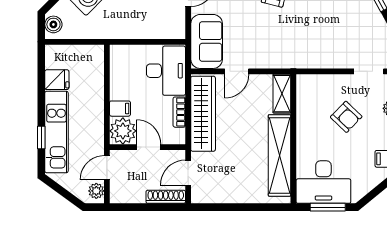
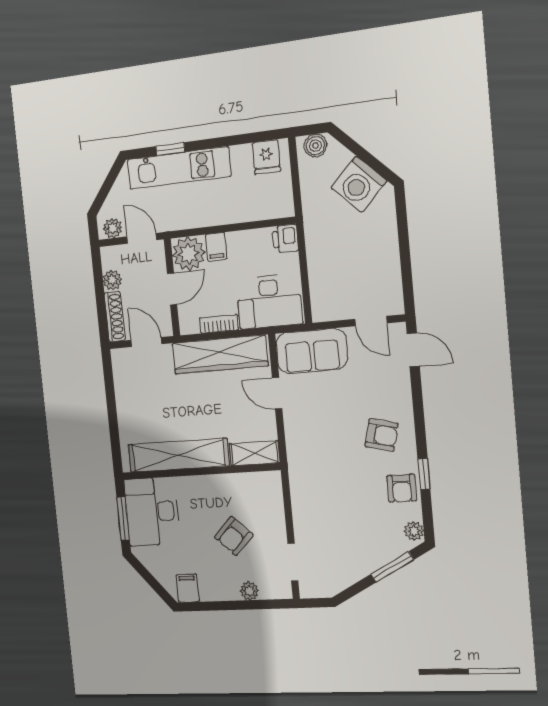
printer: (120, 54) -> (285, 239), added
fridge: (57, 80) -> (266, 157), moved
plant: (137, 196) -> (112, 280), added

